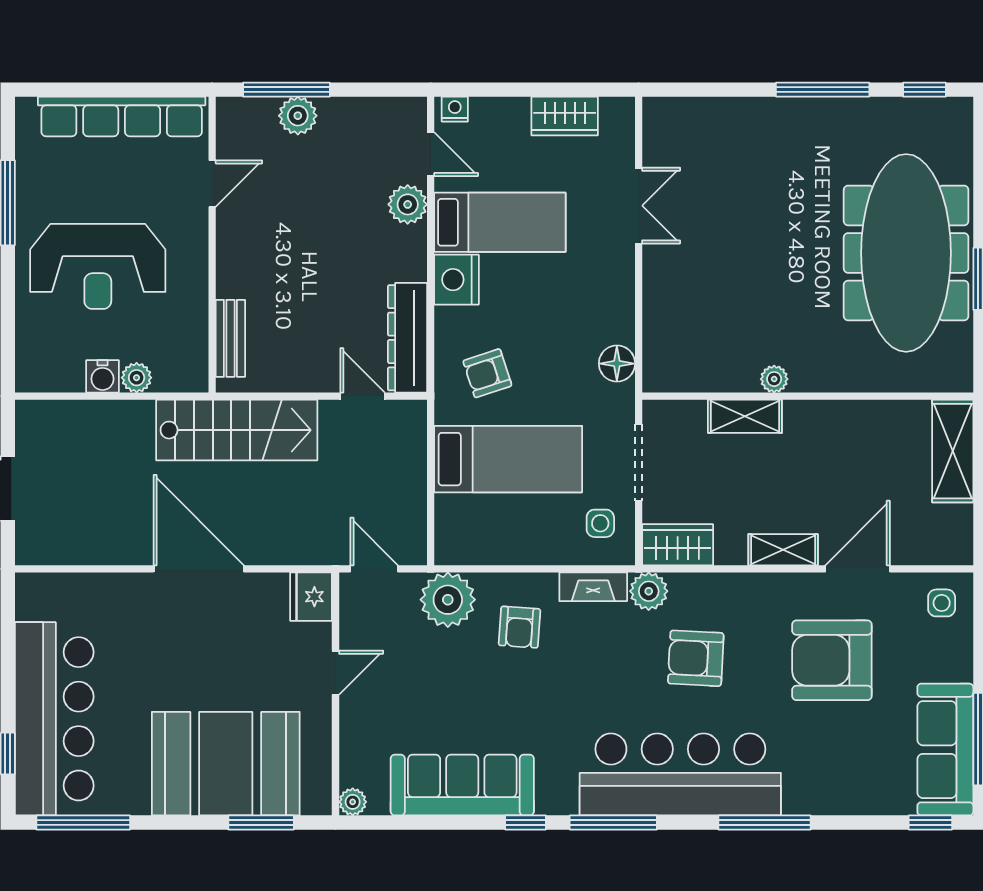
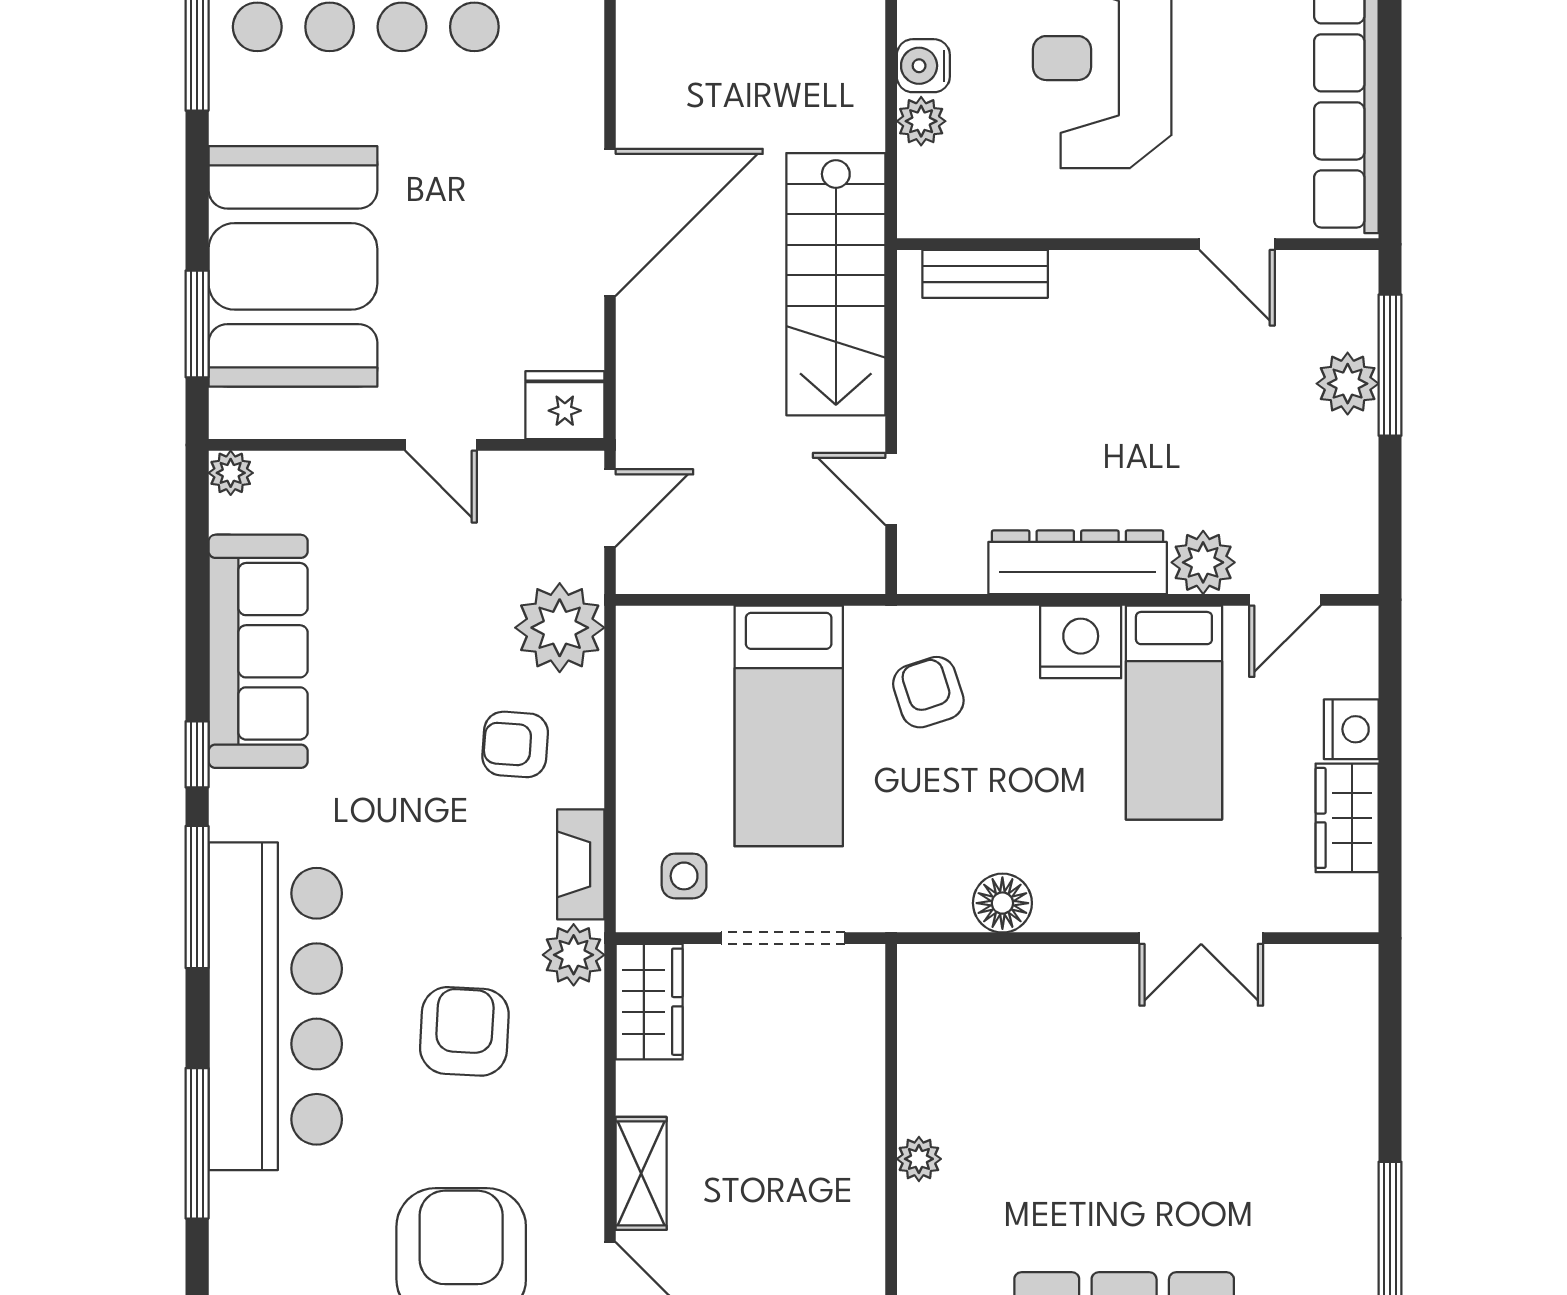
nightstand: (455, 109) -> (1351, 729), moved, width x1.39, depth x1.35
dresser: (408, 338) -> (1078, 562), moved
floor lamp: (617, 364) -> (1002, 903), moved
door: (363, 396) -> (891, 489), swing flipped
shelving: (745, 416) -> (858, 1111), removed

